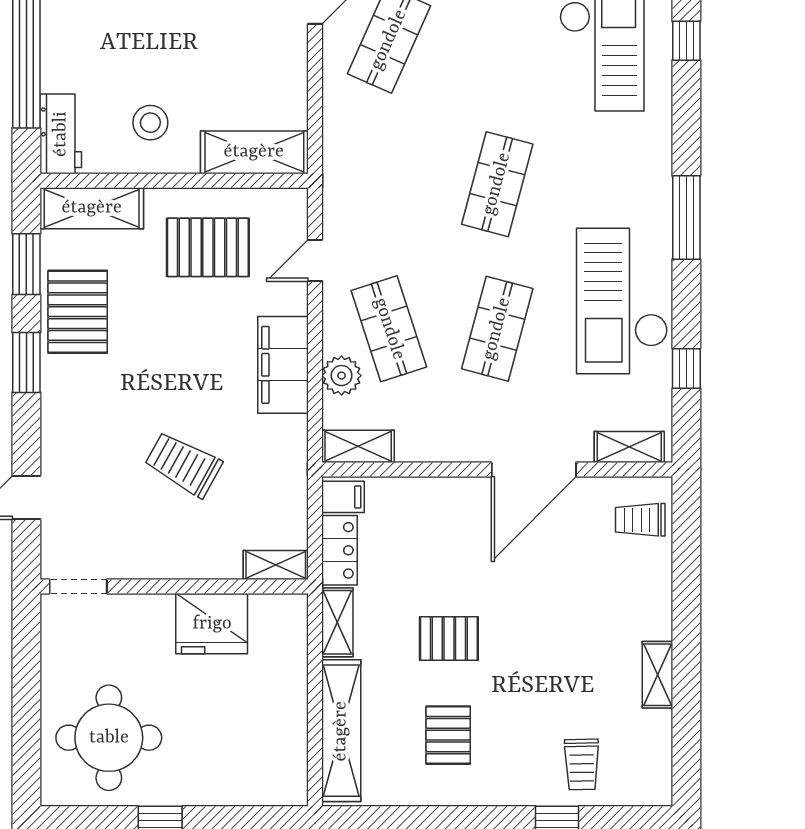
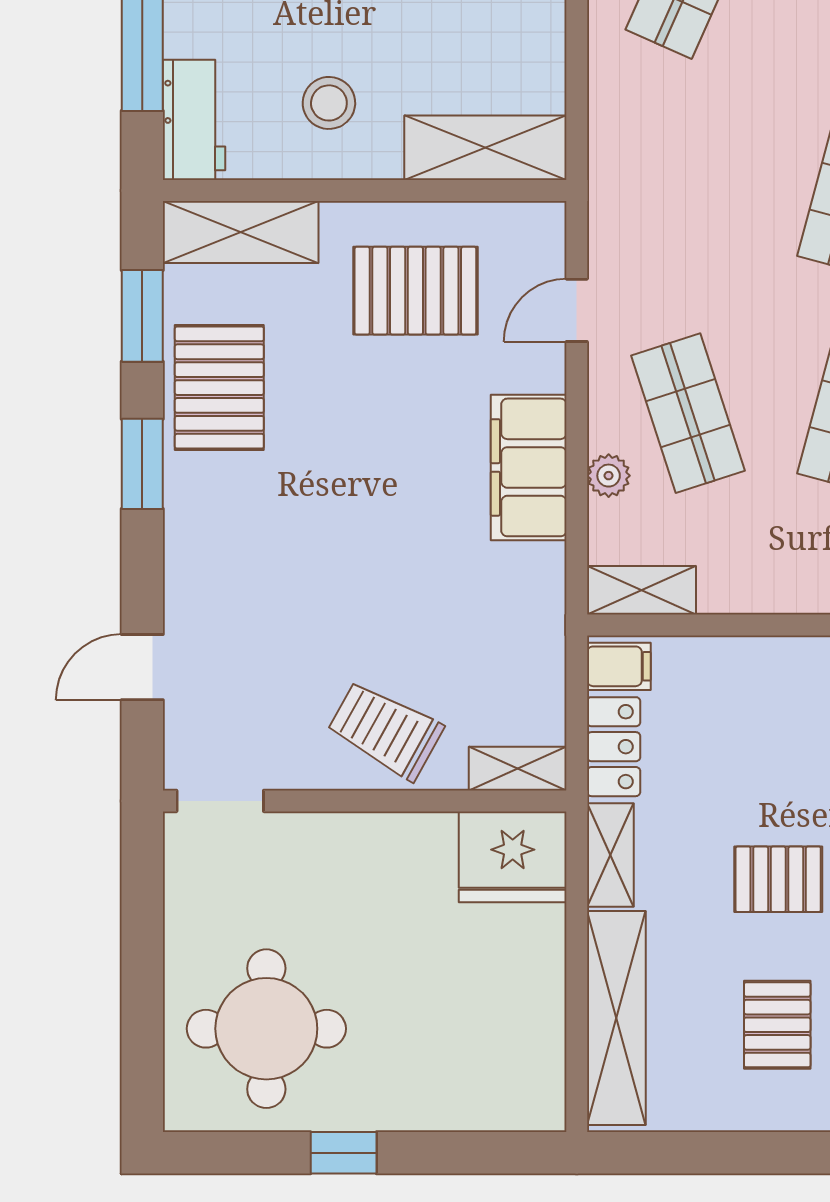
plant: (342, 376) -> (609, 476), width x0.73, depth x0.73
trolley: (183, 464) -> (385, 730), moved
fridge: (212, 624) -> (513, 857), moved

